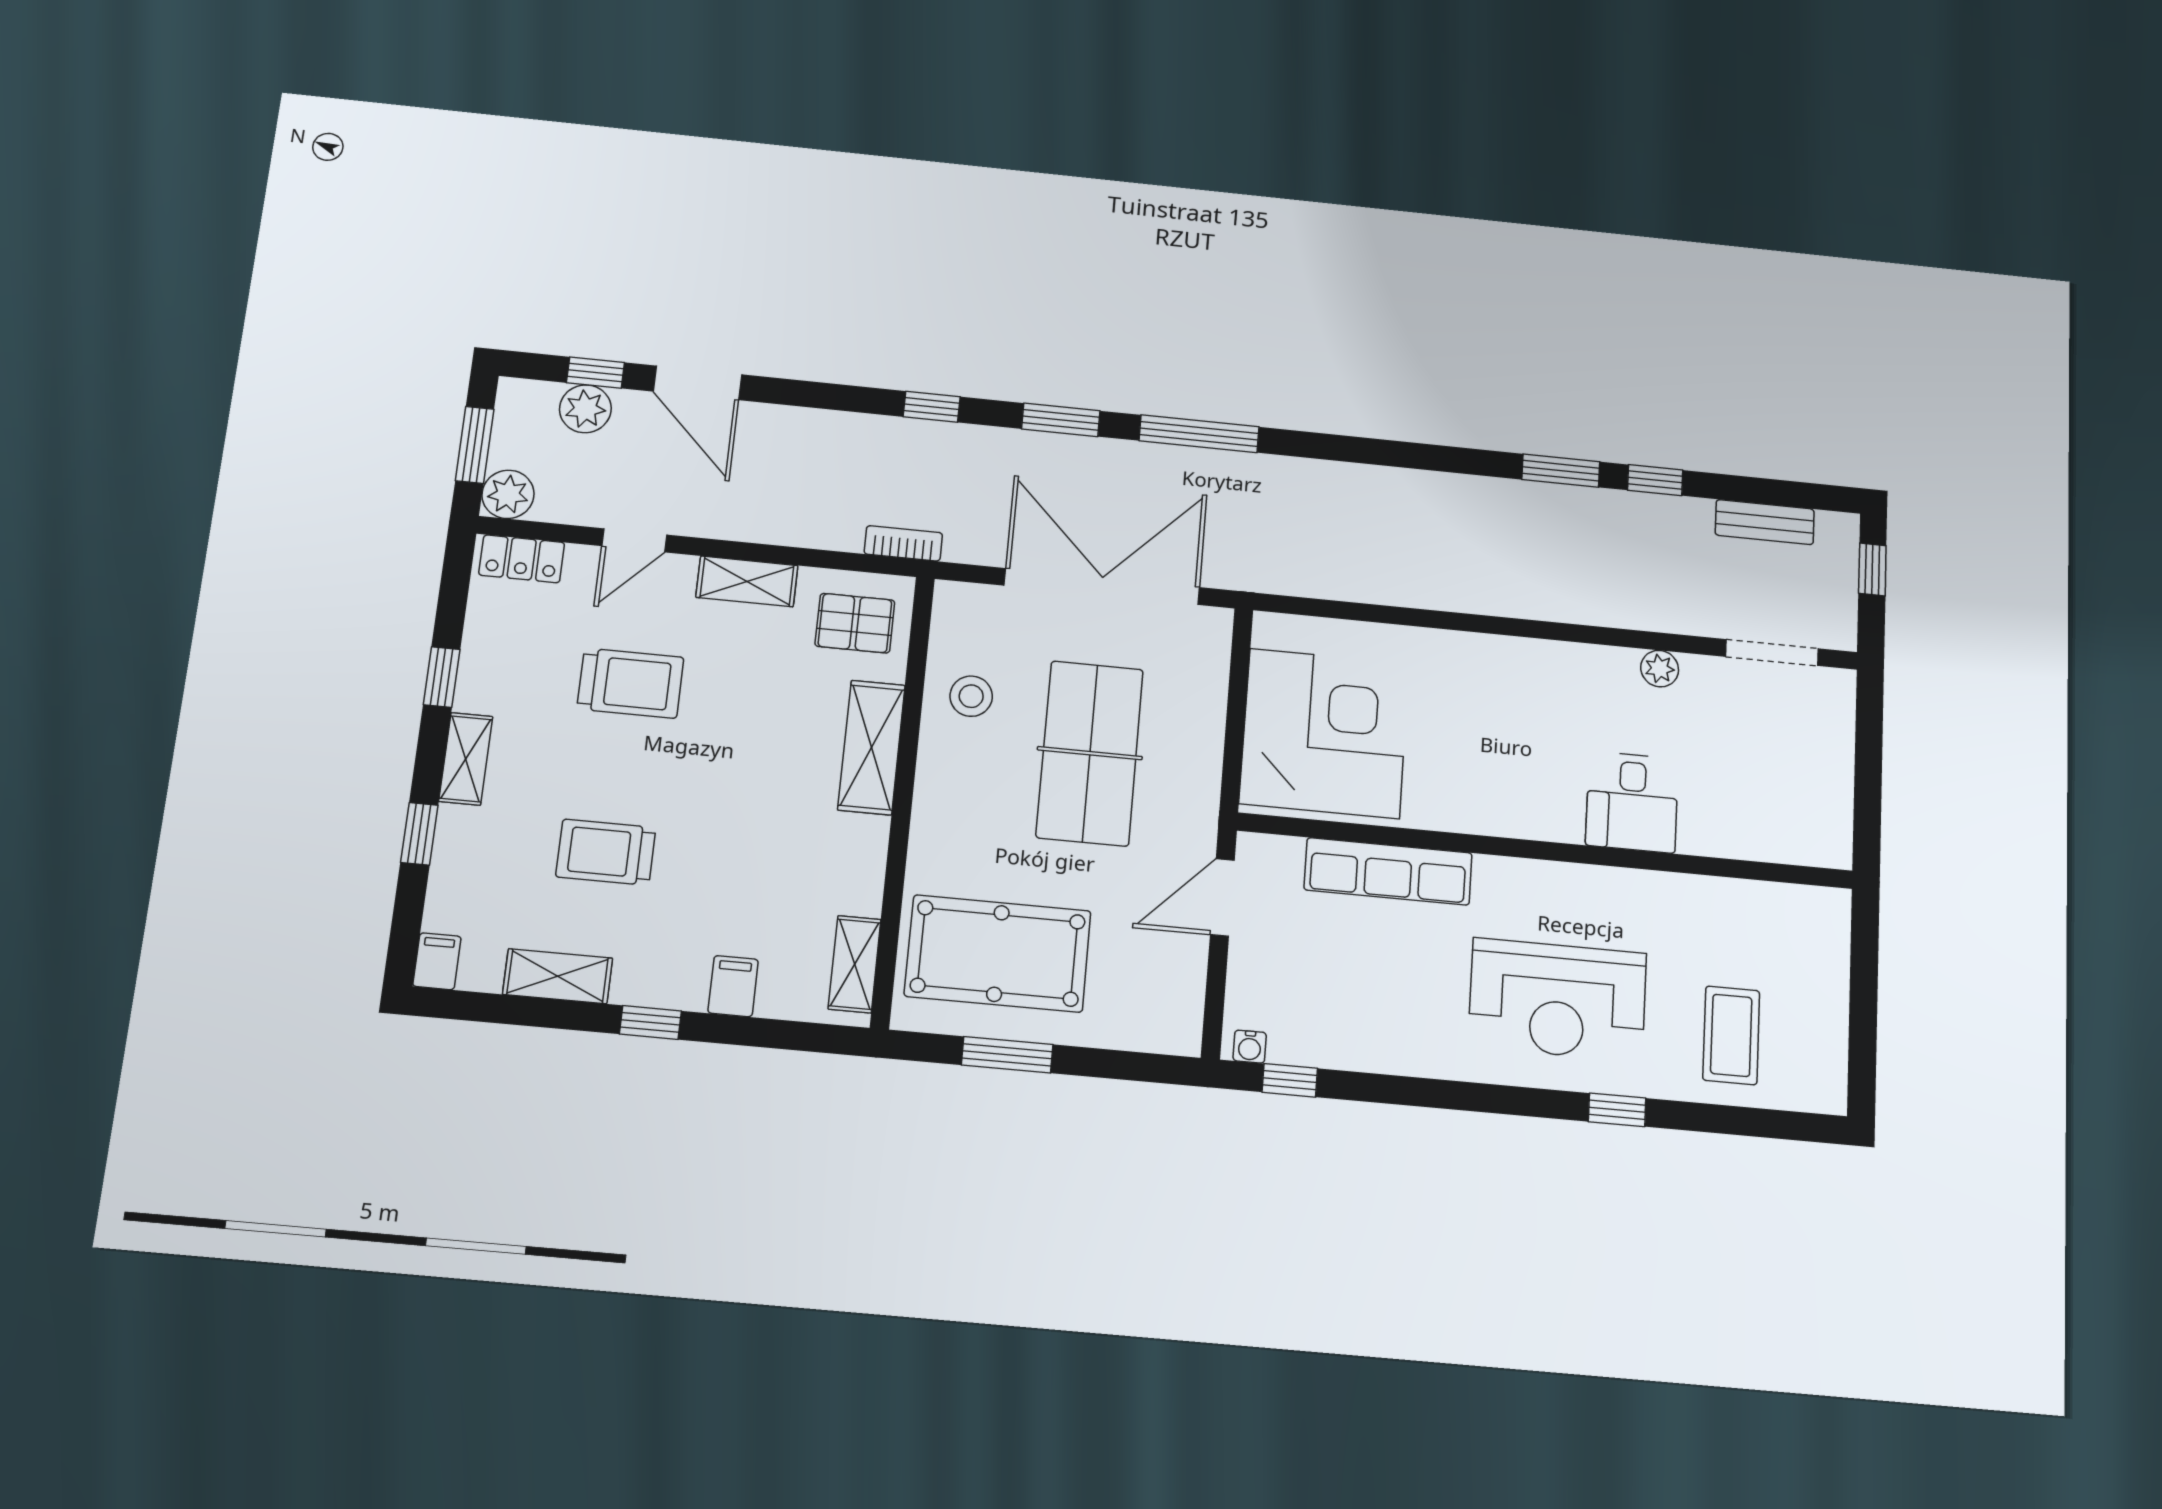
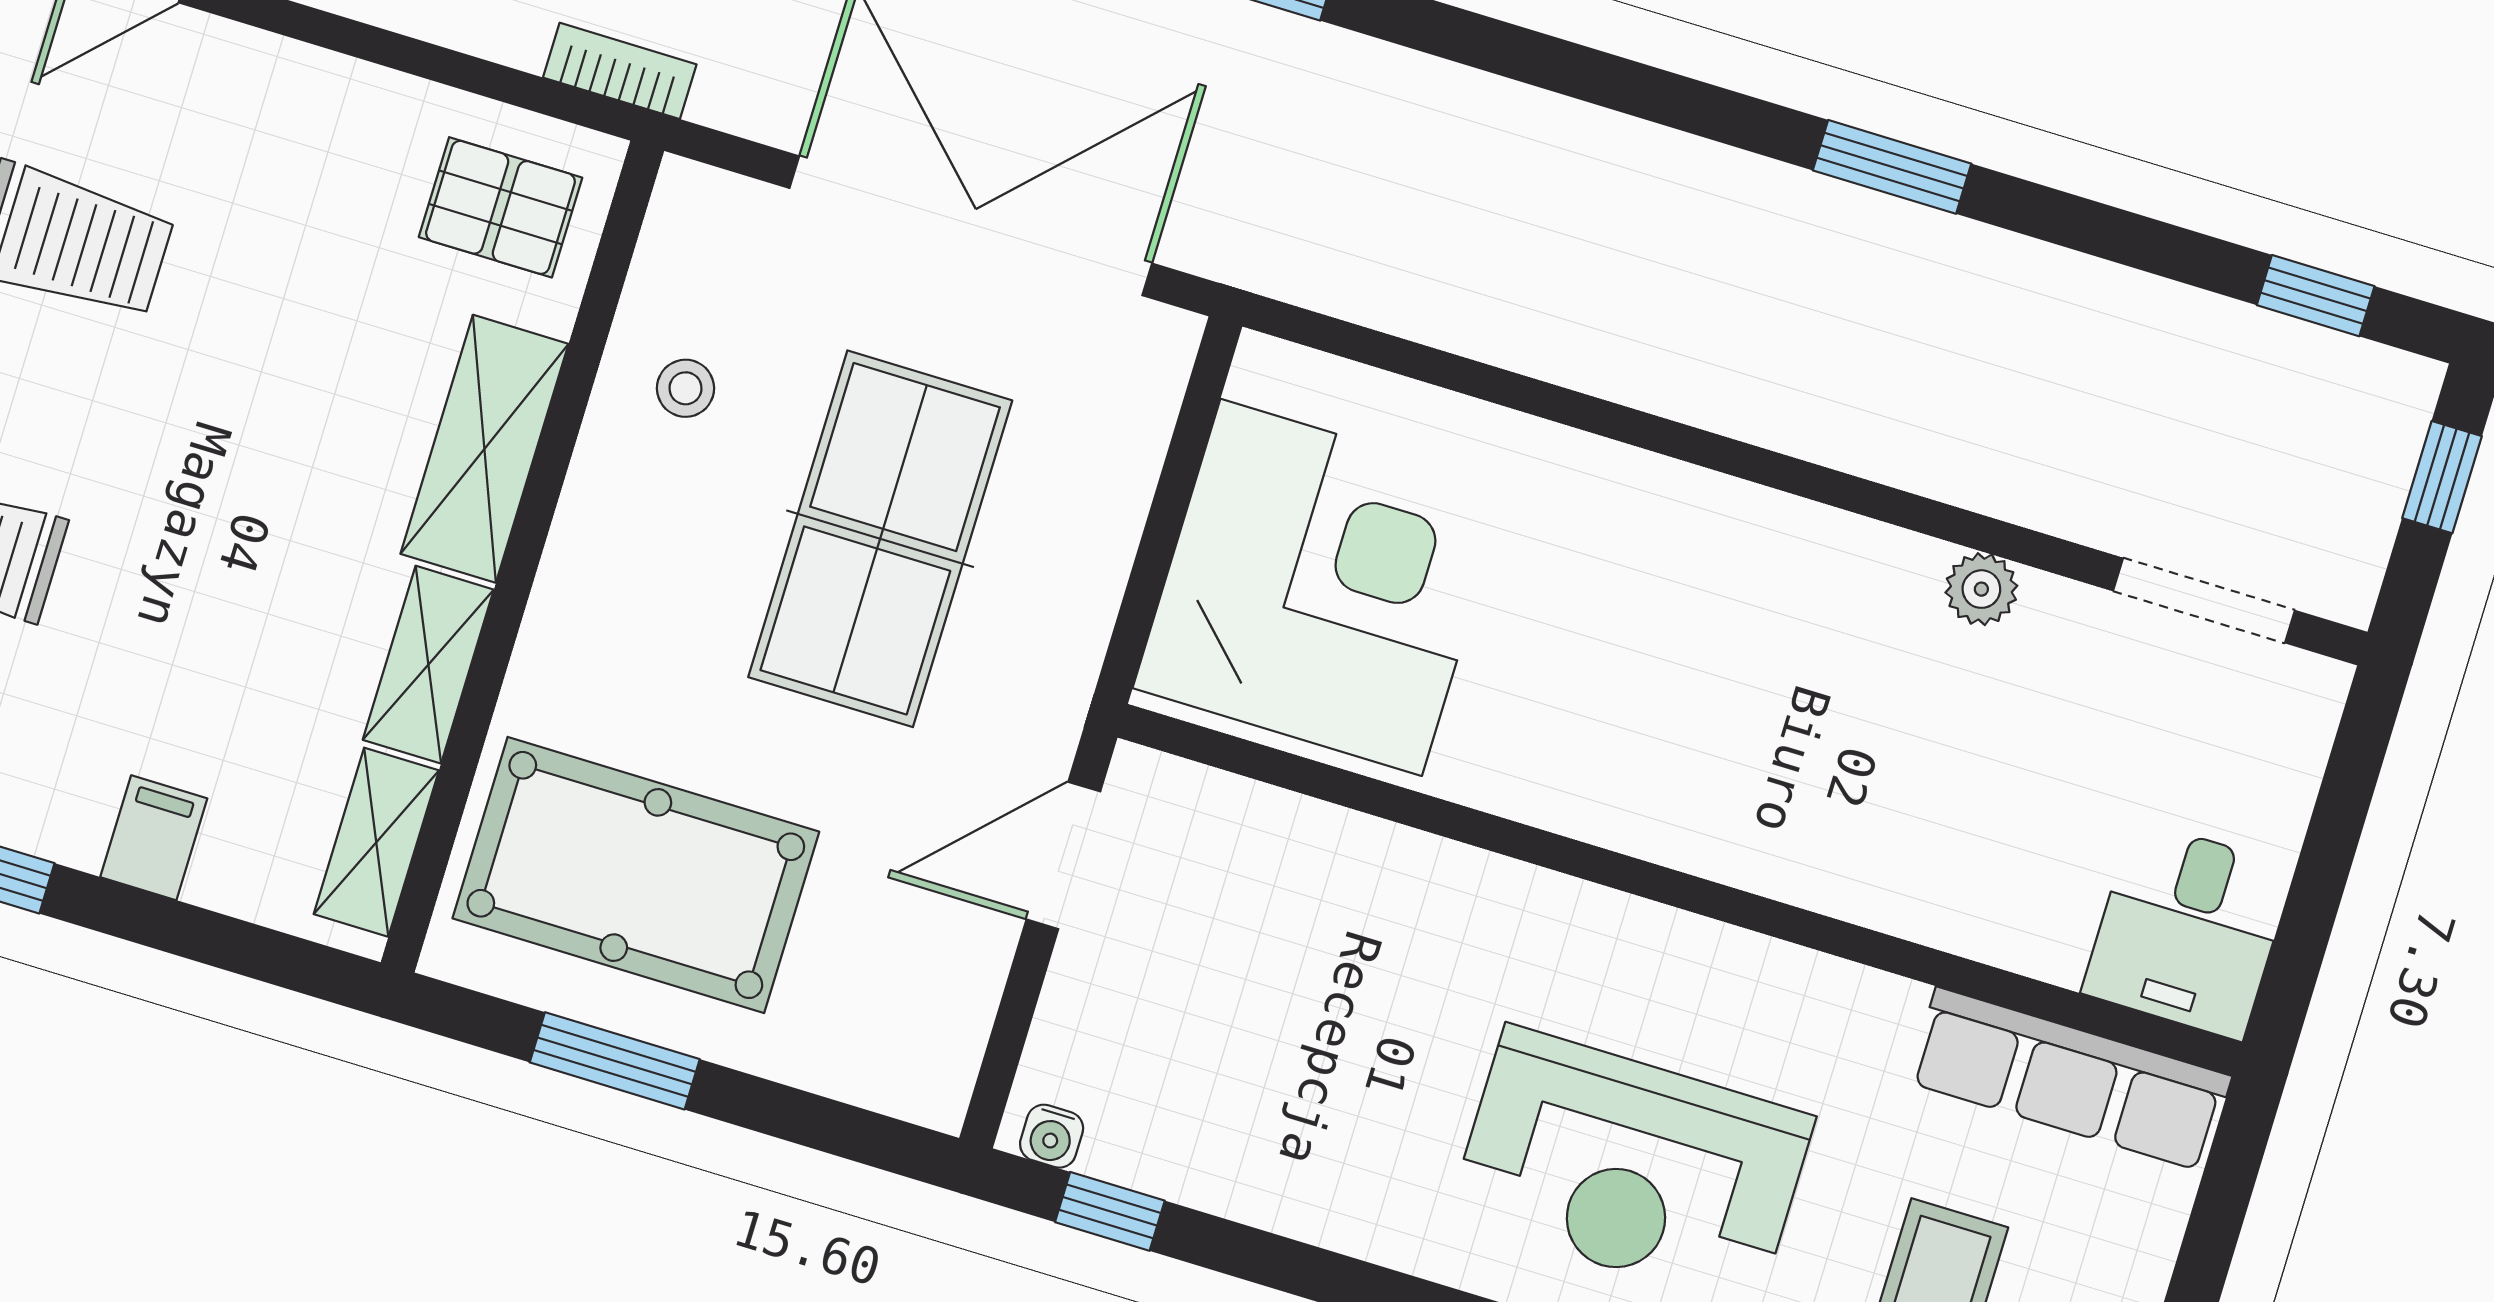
window: (1655, 480) -> (2316, 296), moved
bench: (1765, 522) -> (2259, 344), removed
shelving: (747, 581) -> (428, 665), moved, turned 90
stool: (971, 696) -> (685, 388), width x0.73, depth x0.73
desk: (1632, 802) -> (2188, 930), moved
row of seats: (1388, 871) -> (2070, 1079), moved

